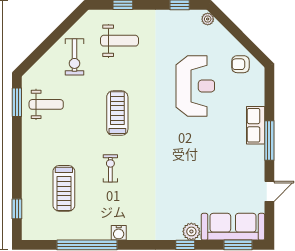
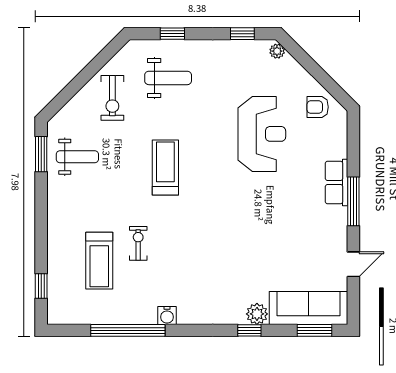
exercise bike: (110, 168) -> (138, 243), moved

